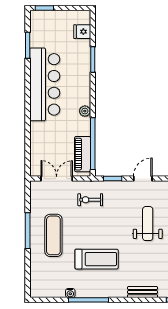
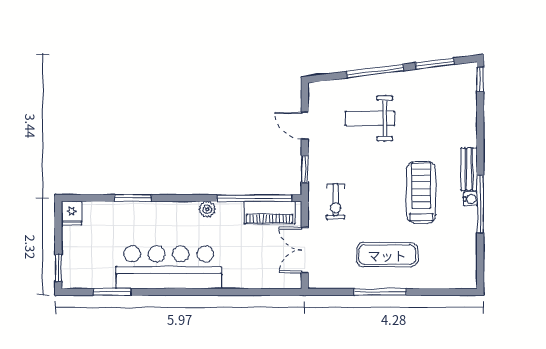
fridge: (82, 32) -> (72, 213), moved
bench: (142, 292) -> (469, 169), moved
water cooler: (70, 293) -> (470, 199), moved

